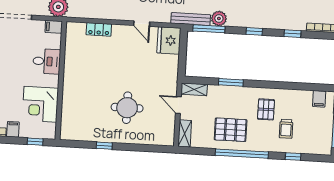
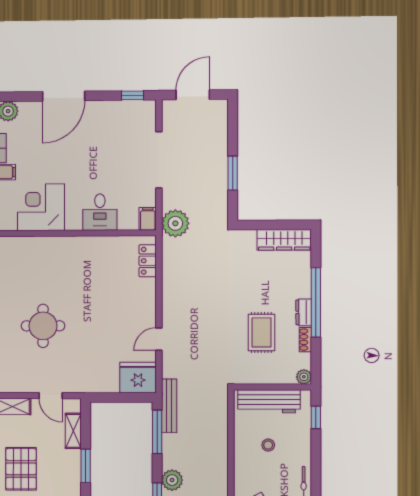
plant: (219, 18) -> (172, 480), moved
locker: (99, 29) -> (148, 261), moved
shelving: (194, 89) -> (73, 431), moved
door: (178, 105) -> (51, 396), swing flipped

